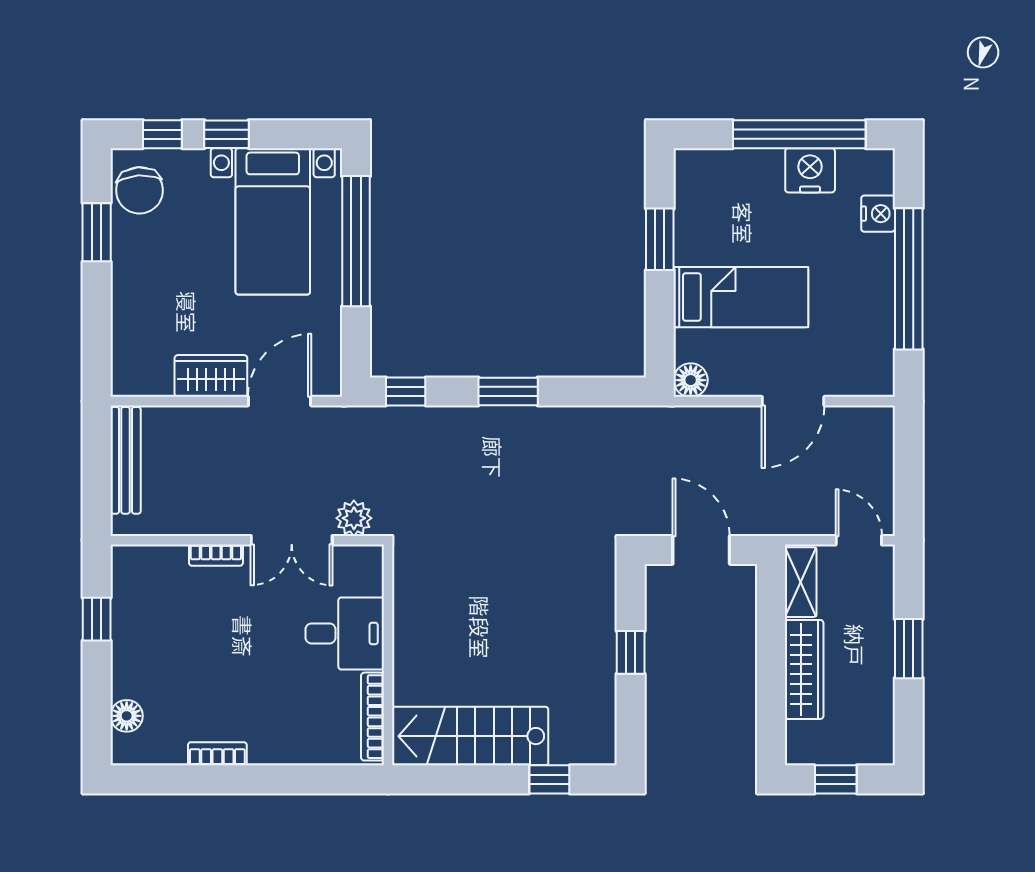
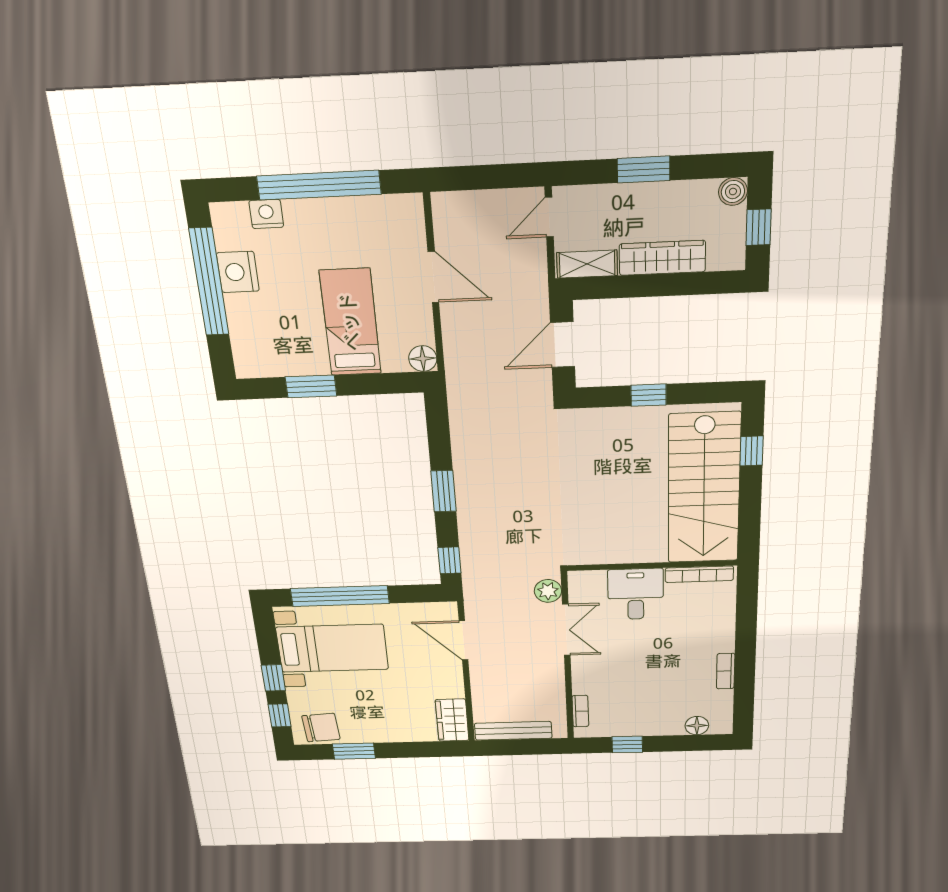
wardrobe: (211, 376) -> (452, 720), moved
bookcase: (216, 555) -> (580, 711), moved
stairs: (470, 736) -> (704, 489), width x1.36, depth x1.51
boiler: (879, 749) -> (733, 192), added

